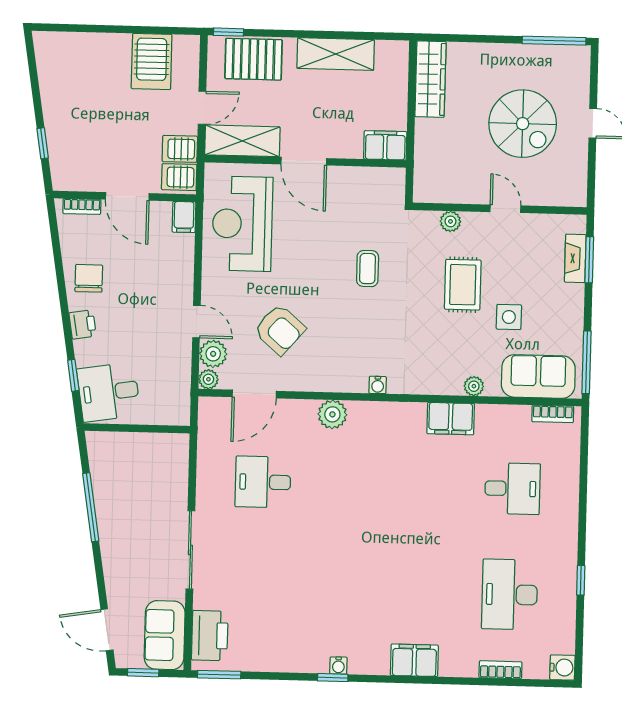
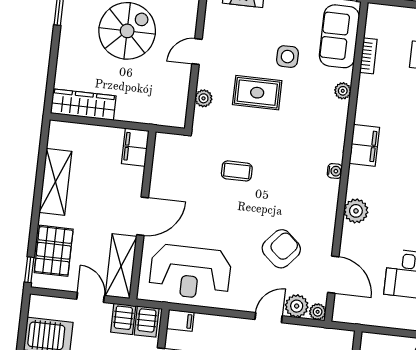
bookcase: (553, 414) -> (368, 56), moved
filing cabinet: (451, 419) -> (364, 145), moved

